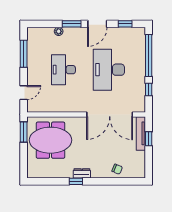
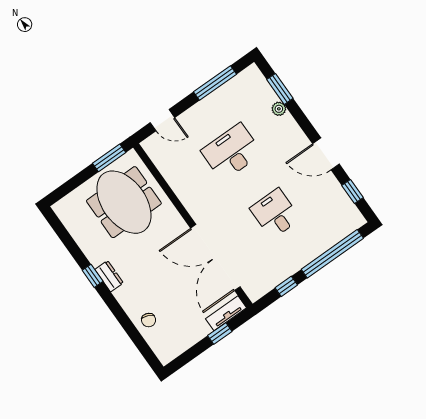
window: (72, 24) -> (280, 89), moved
desk: (109, 70) -> (275, 214), width x0.53, depth x0.77
tv unit: (141, 133) -> (226, 313), width x0.71

